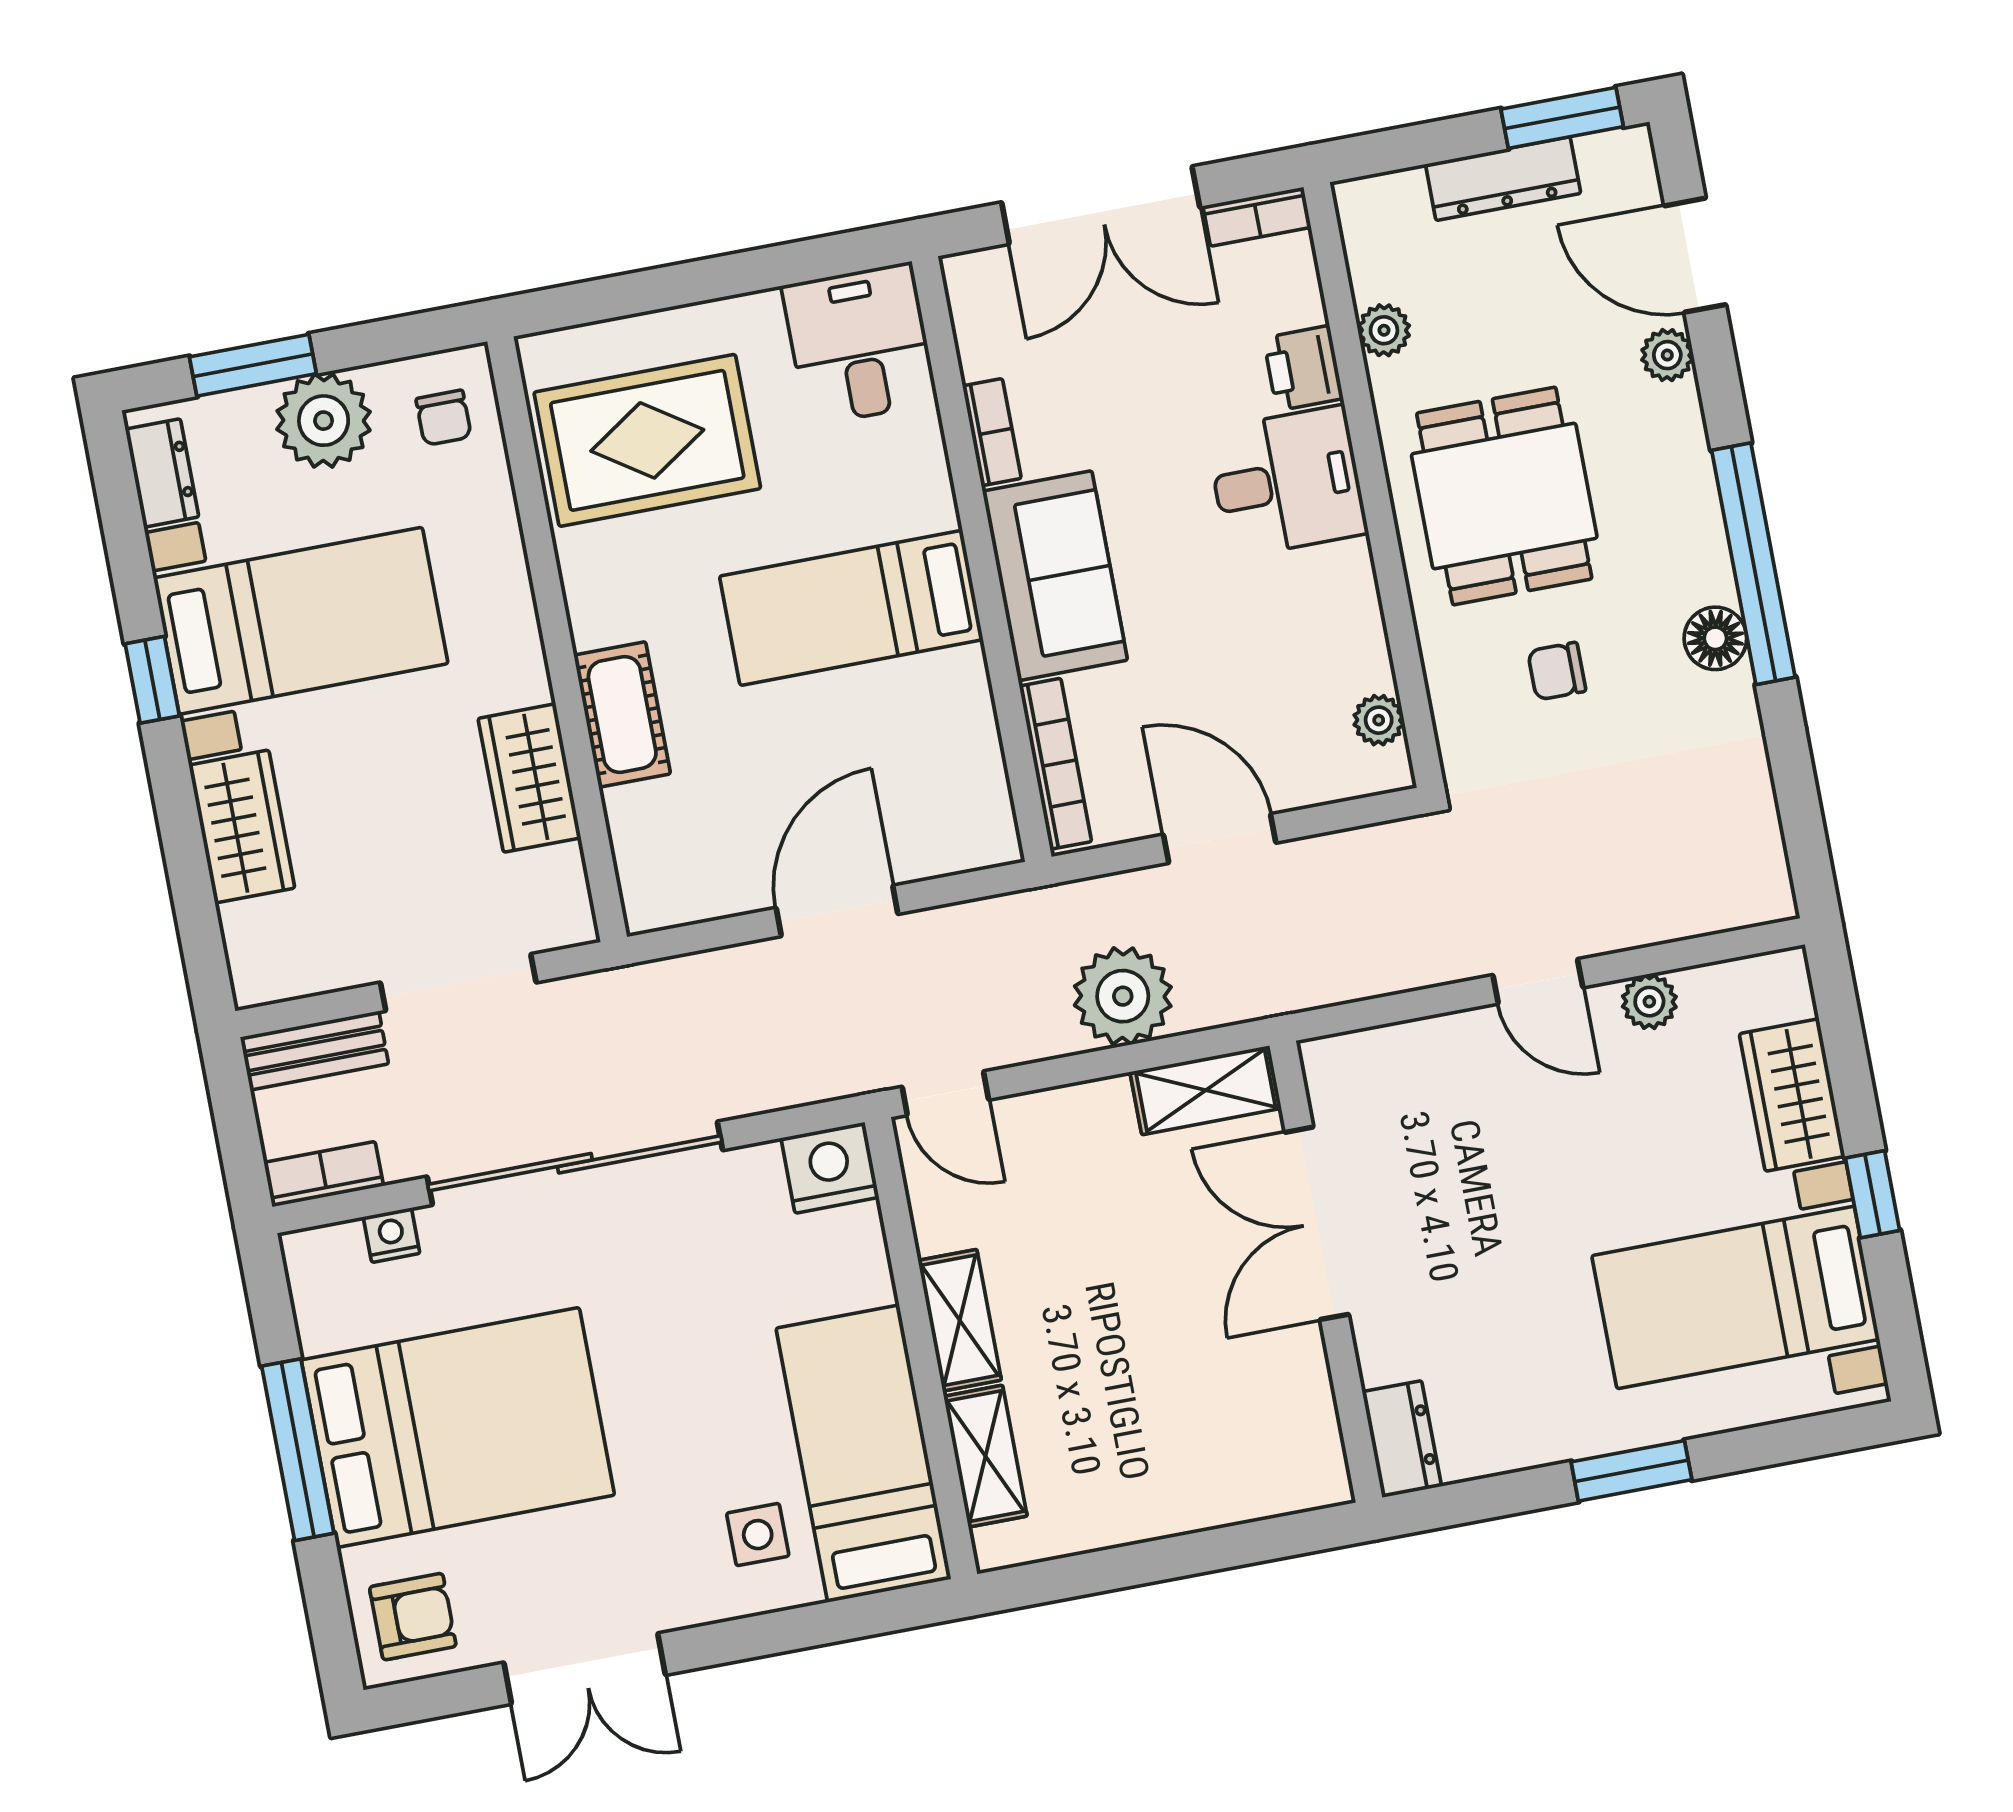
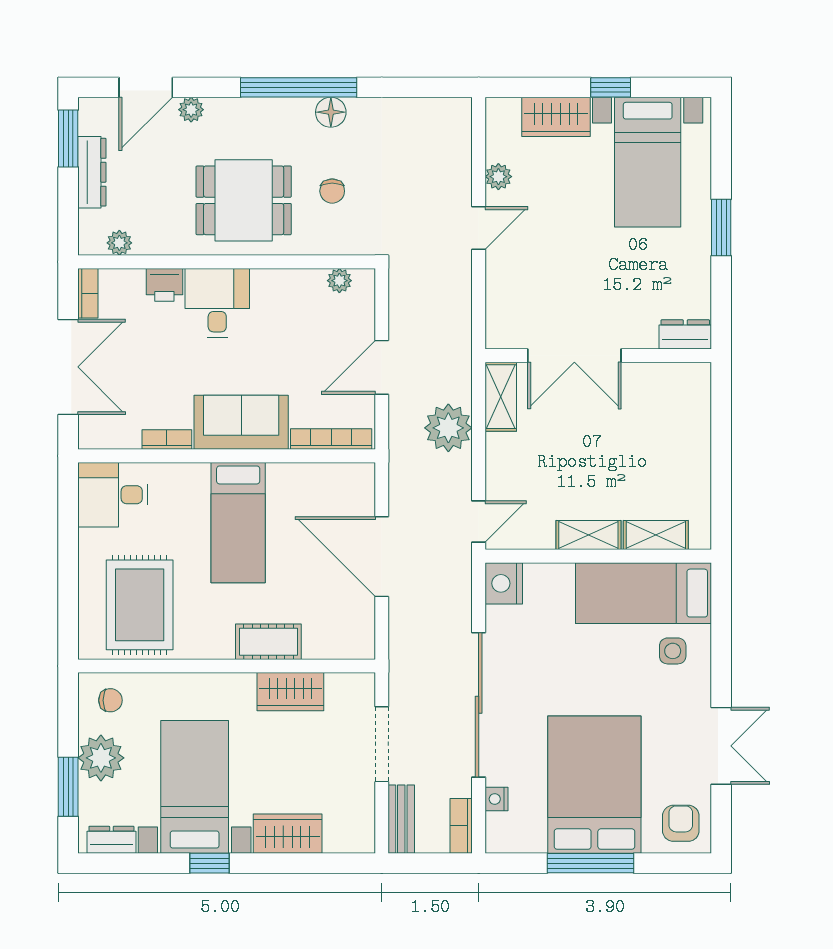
plant: (1384, 330) -> (119, 243), moved
door: (837, 911) -> (382, 557), width x1.36

